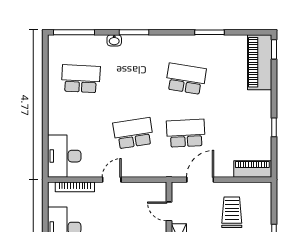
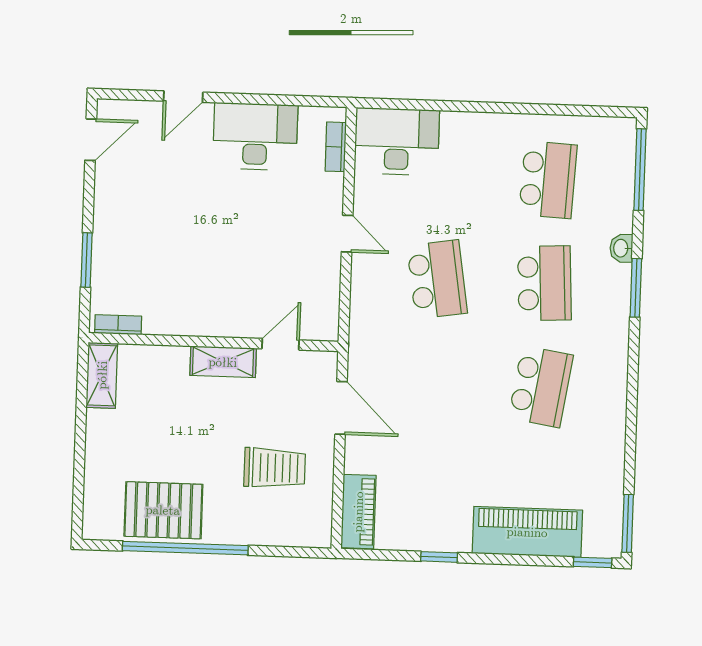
window: (209, 32) -> (628, 523), moved
piano: (260, 62) -> (527, 532), moved
school desk: (186, 133) -> (544, 283), moved
bookcase: (75, 187) -> (336, 147), width x0.64

